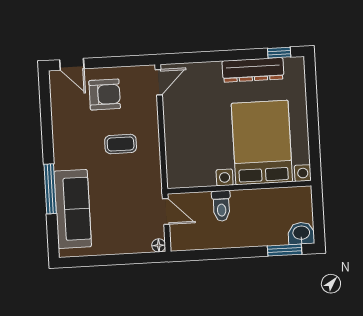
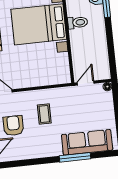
toilet: (221, 206) -> (78, 23), moved

